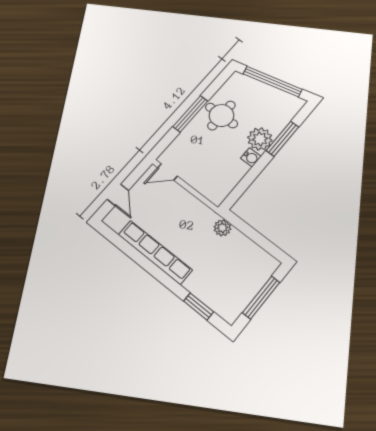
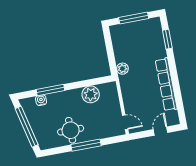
plant: (260, 139) -> (91, 94), moved
water cooler: (251, 157) -> (41, 100), moved

